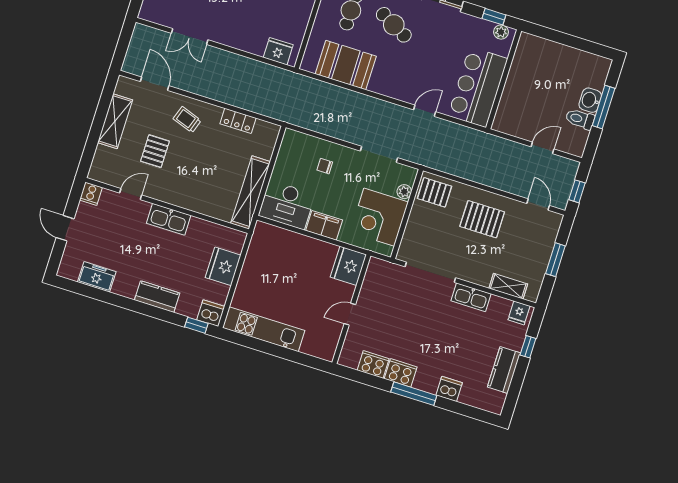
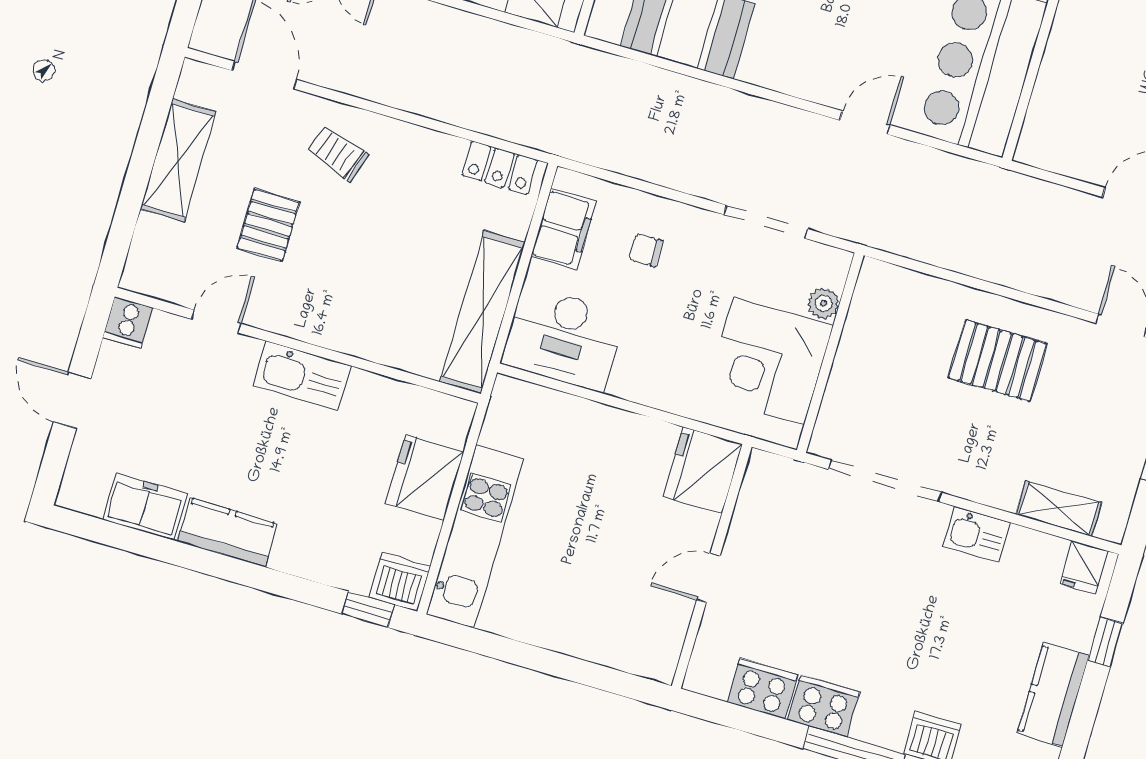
locker: (238, 121) -> (500, 168), moved
pallet: (434, 192) -> (891, 303), removed
filing cabinet: (324, 225) -> (564, 229), moved, turned 90
kitchen counter: (157, 297) -> (227, 532), moved
kitchen sink: (471, 297) -> (977, 535), width x0.73
kitchen unit: (264, 329) -> (475, 537), moved, turned 90

